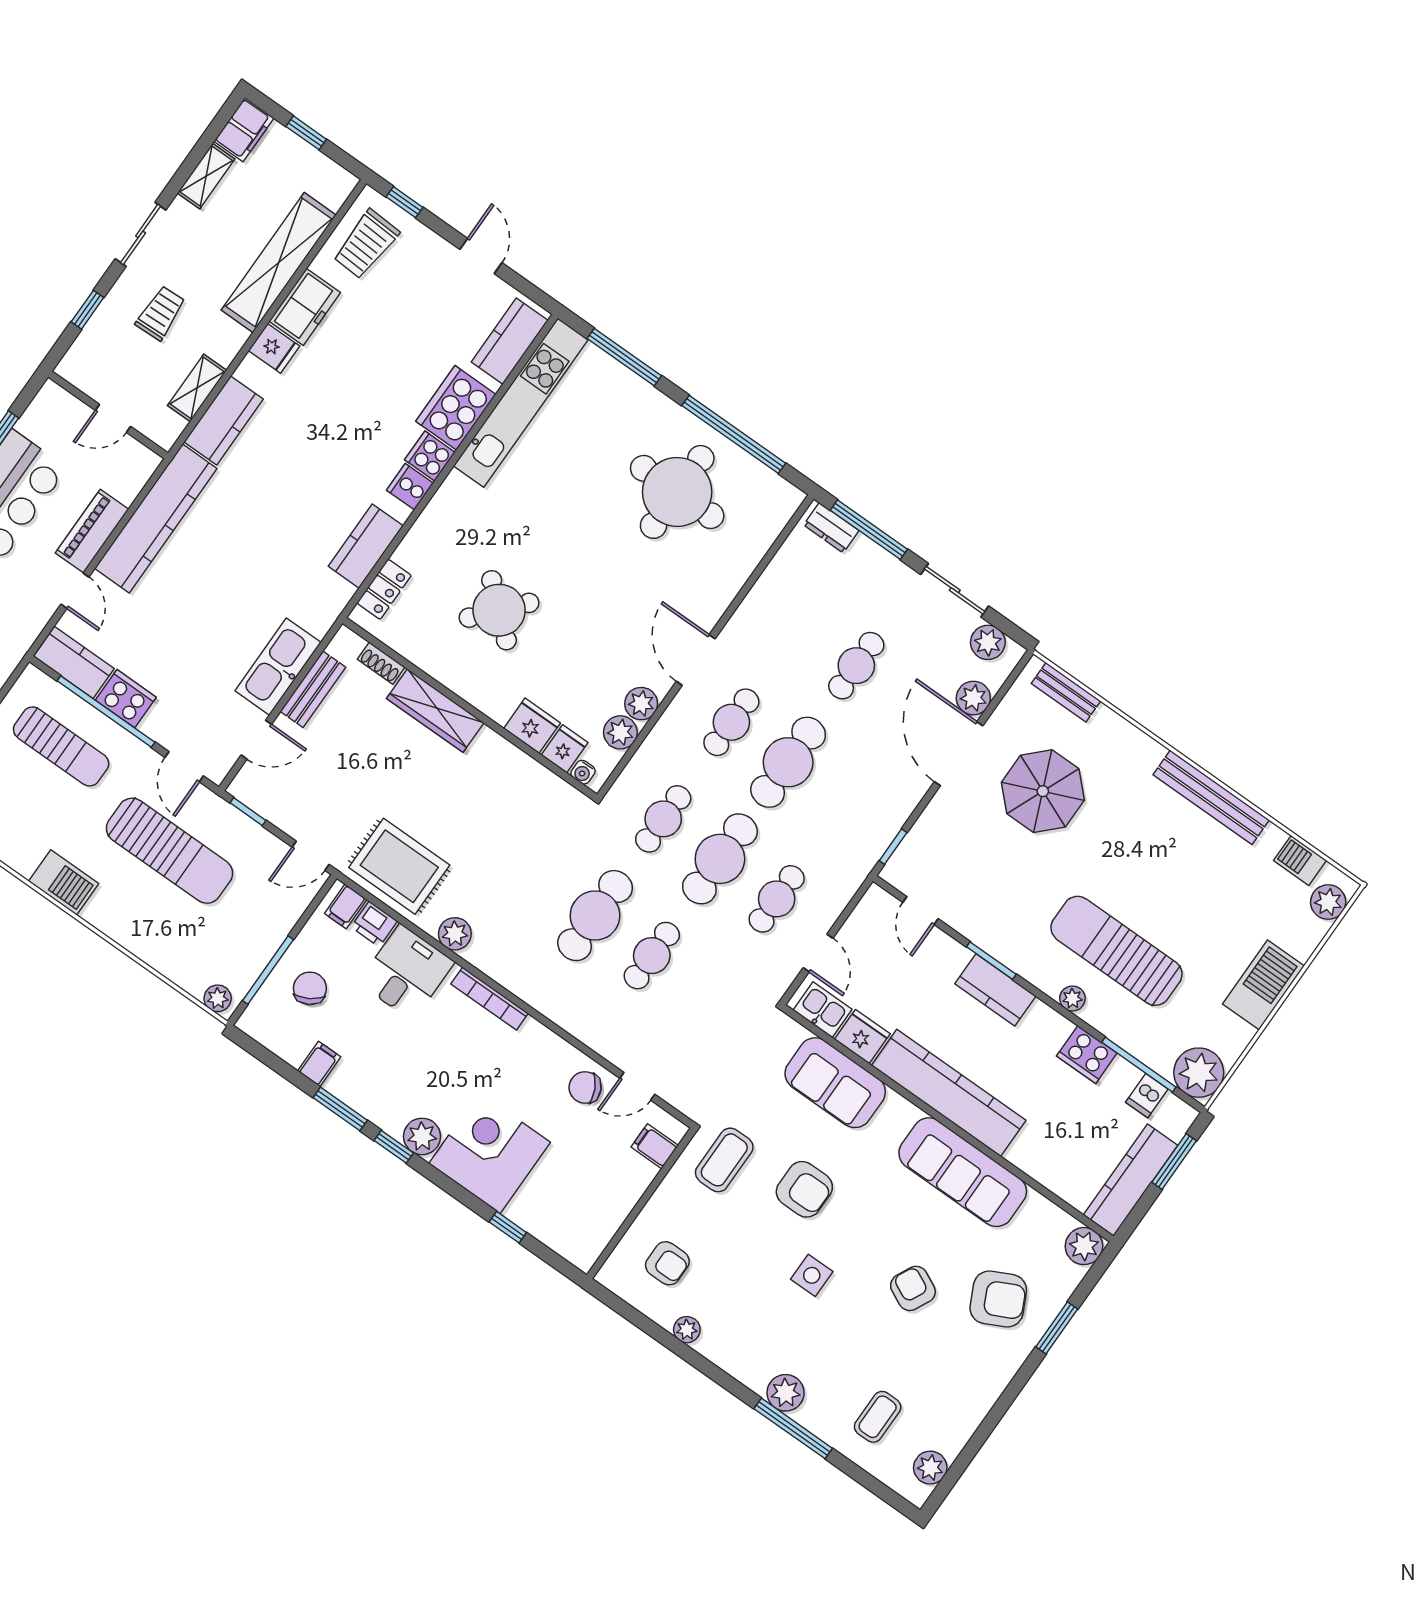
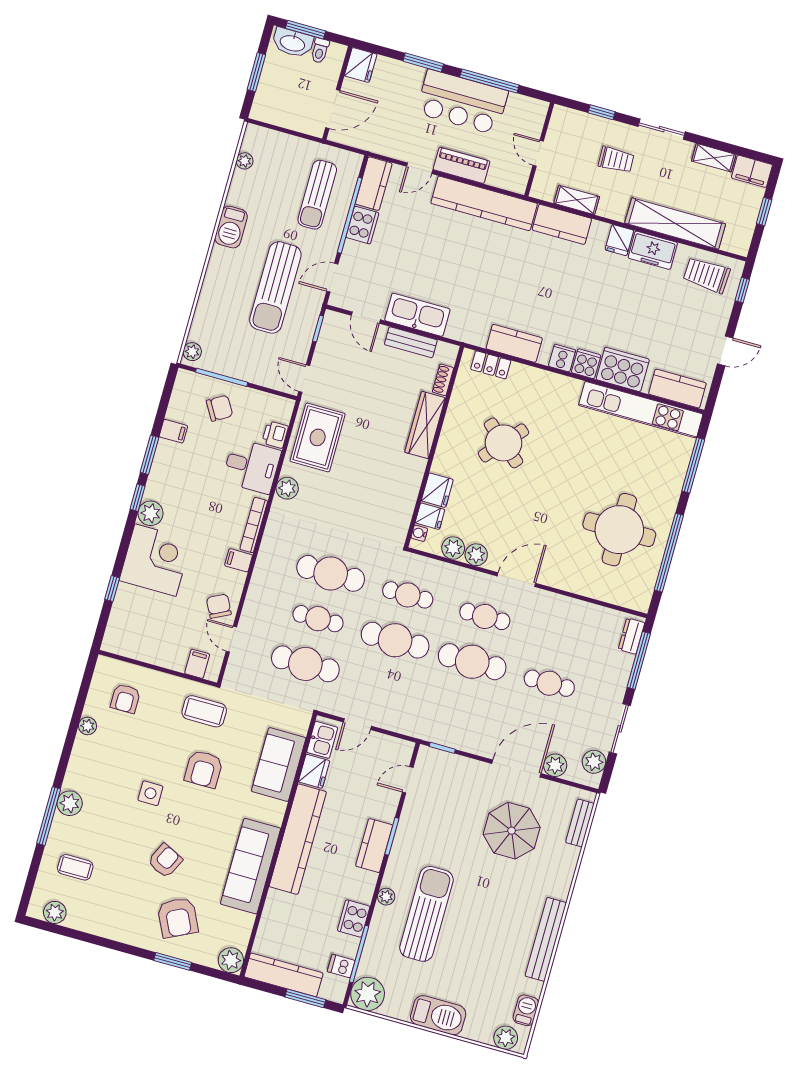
cafe table: (777, 899) -> (305, 664), moved, width x1.37, depth x1.35
filing cabinet: (346, 906) -> (239, 560), moved

